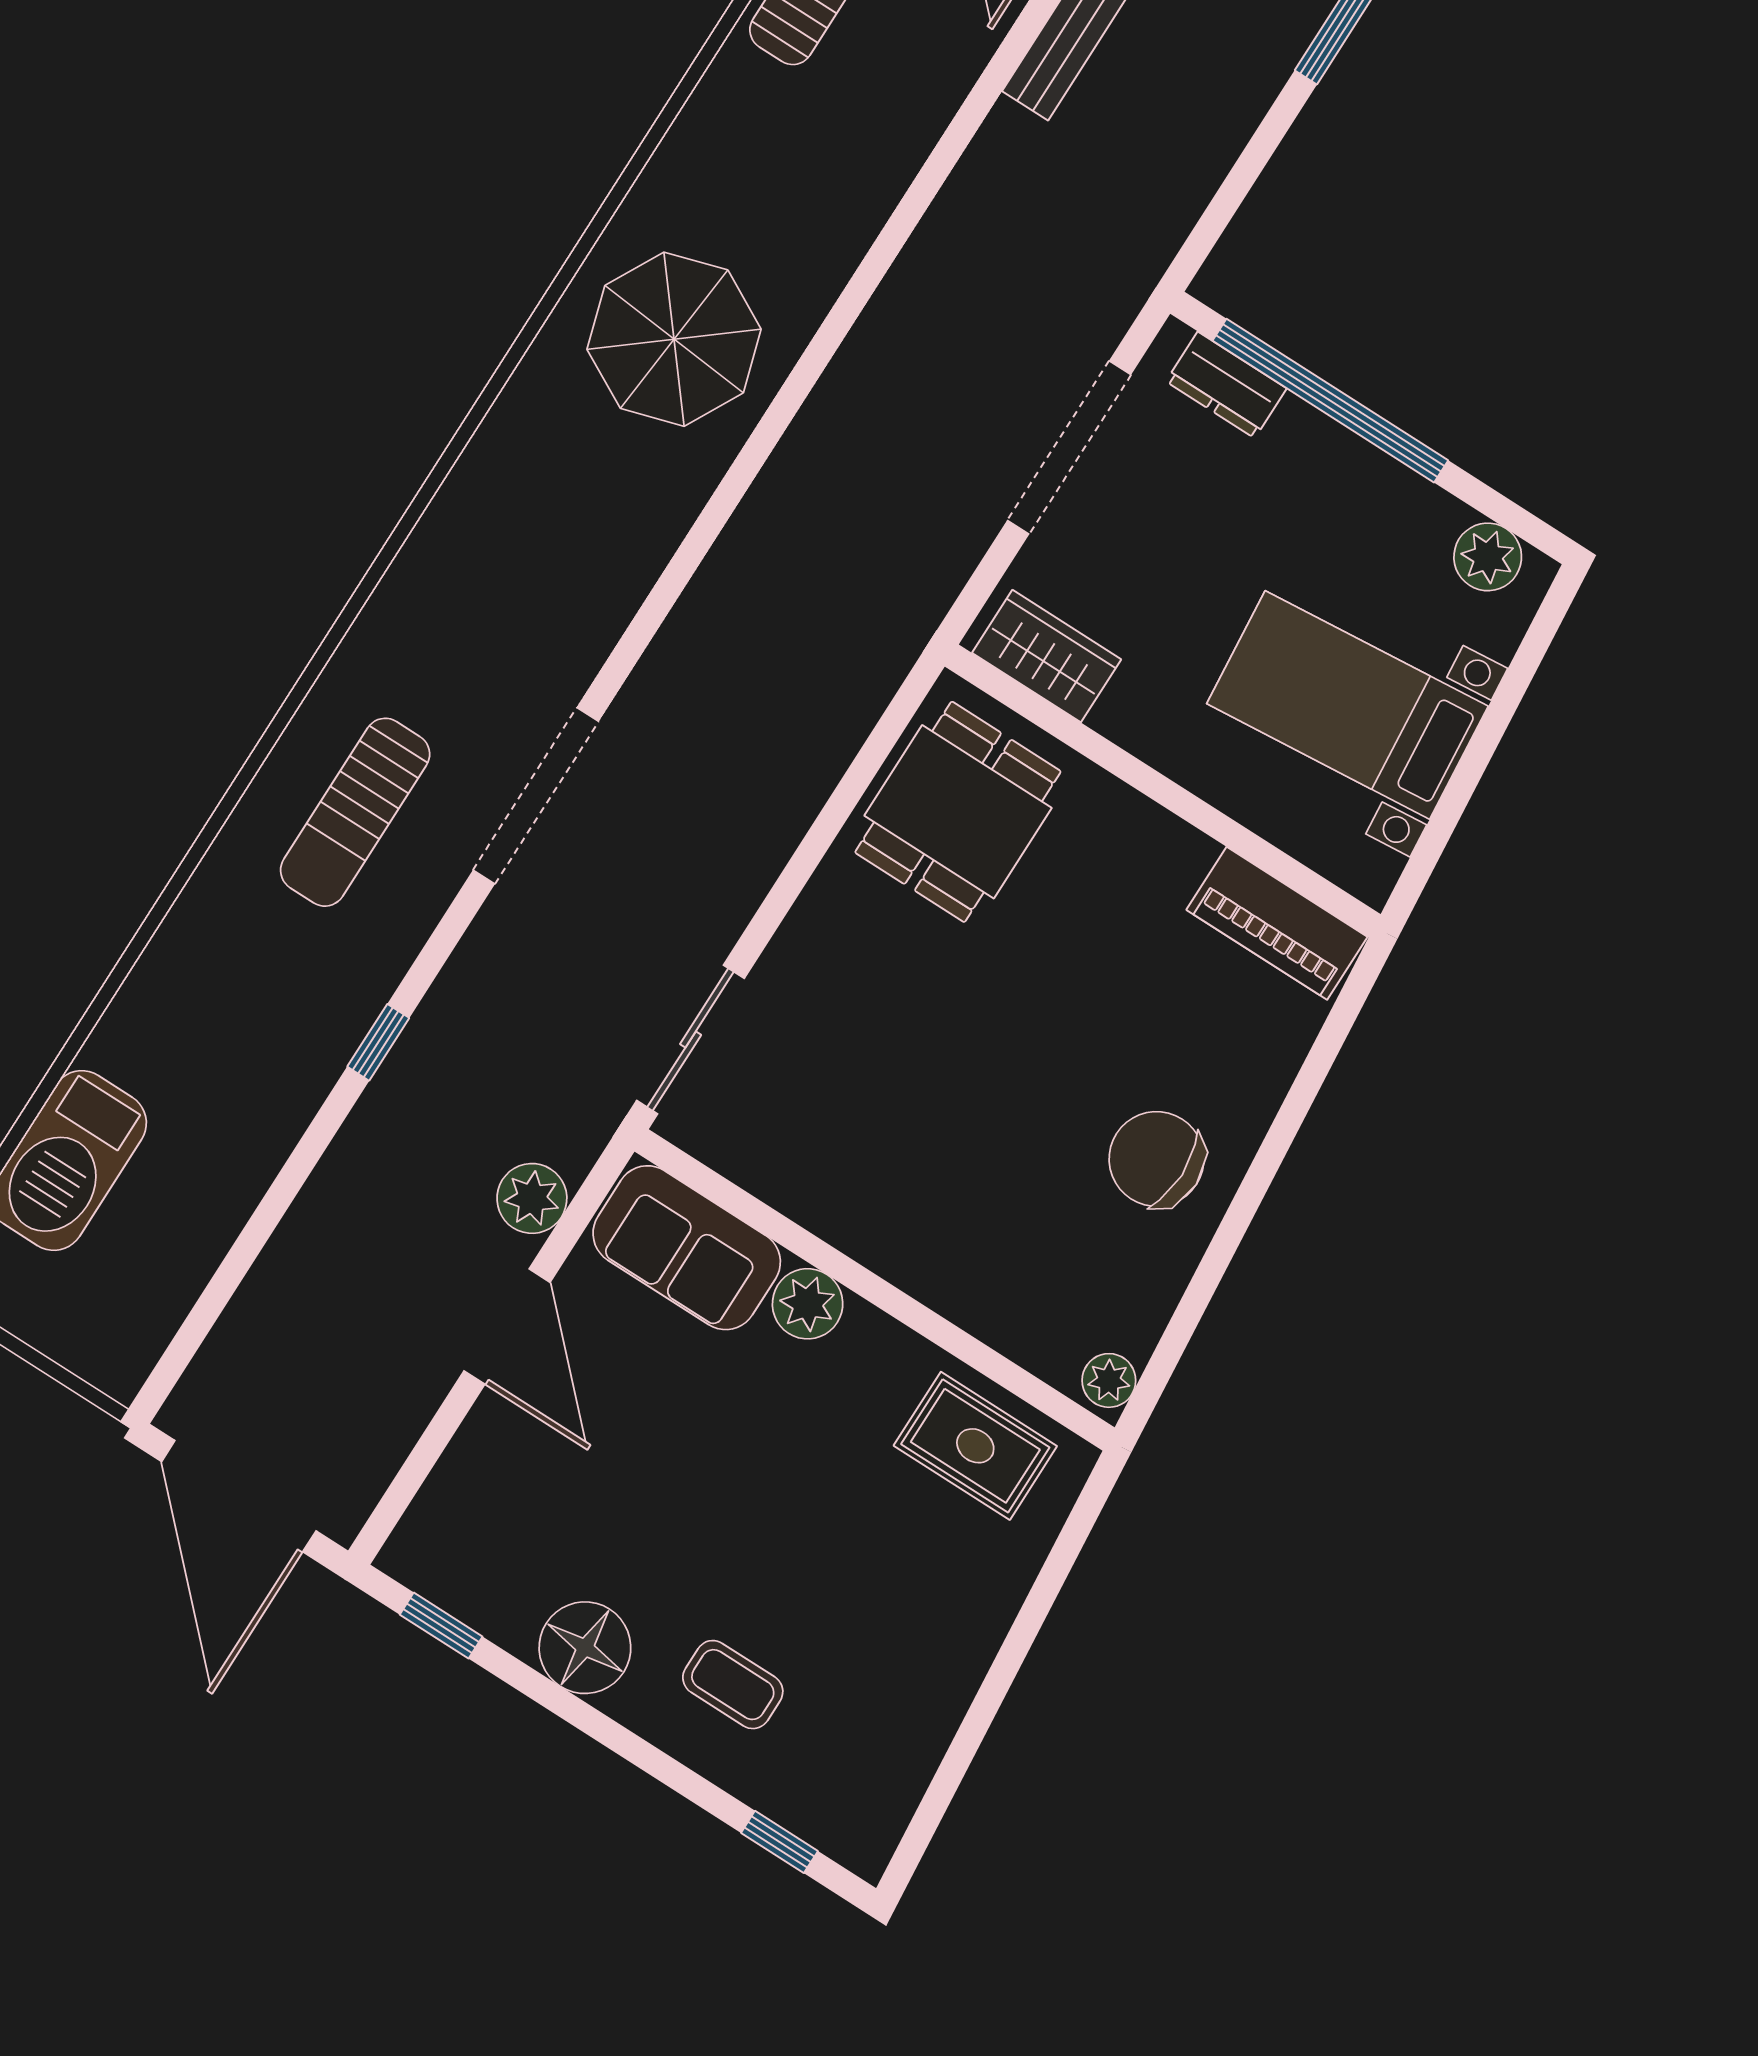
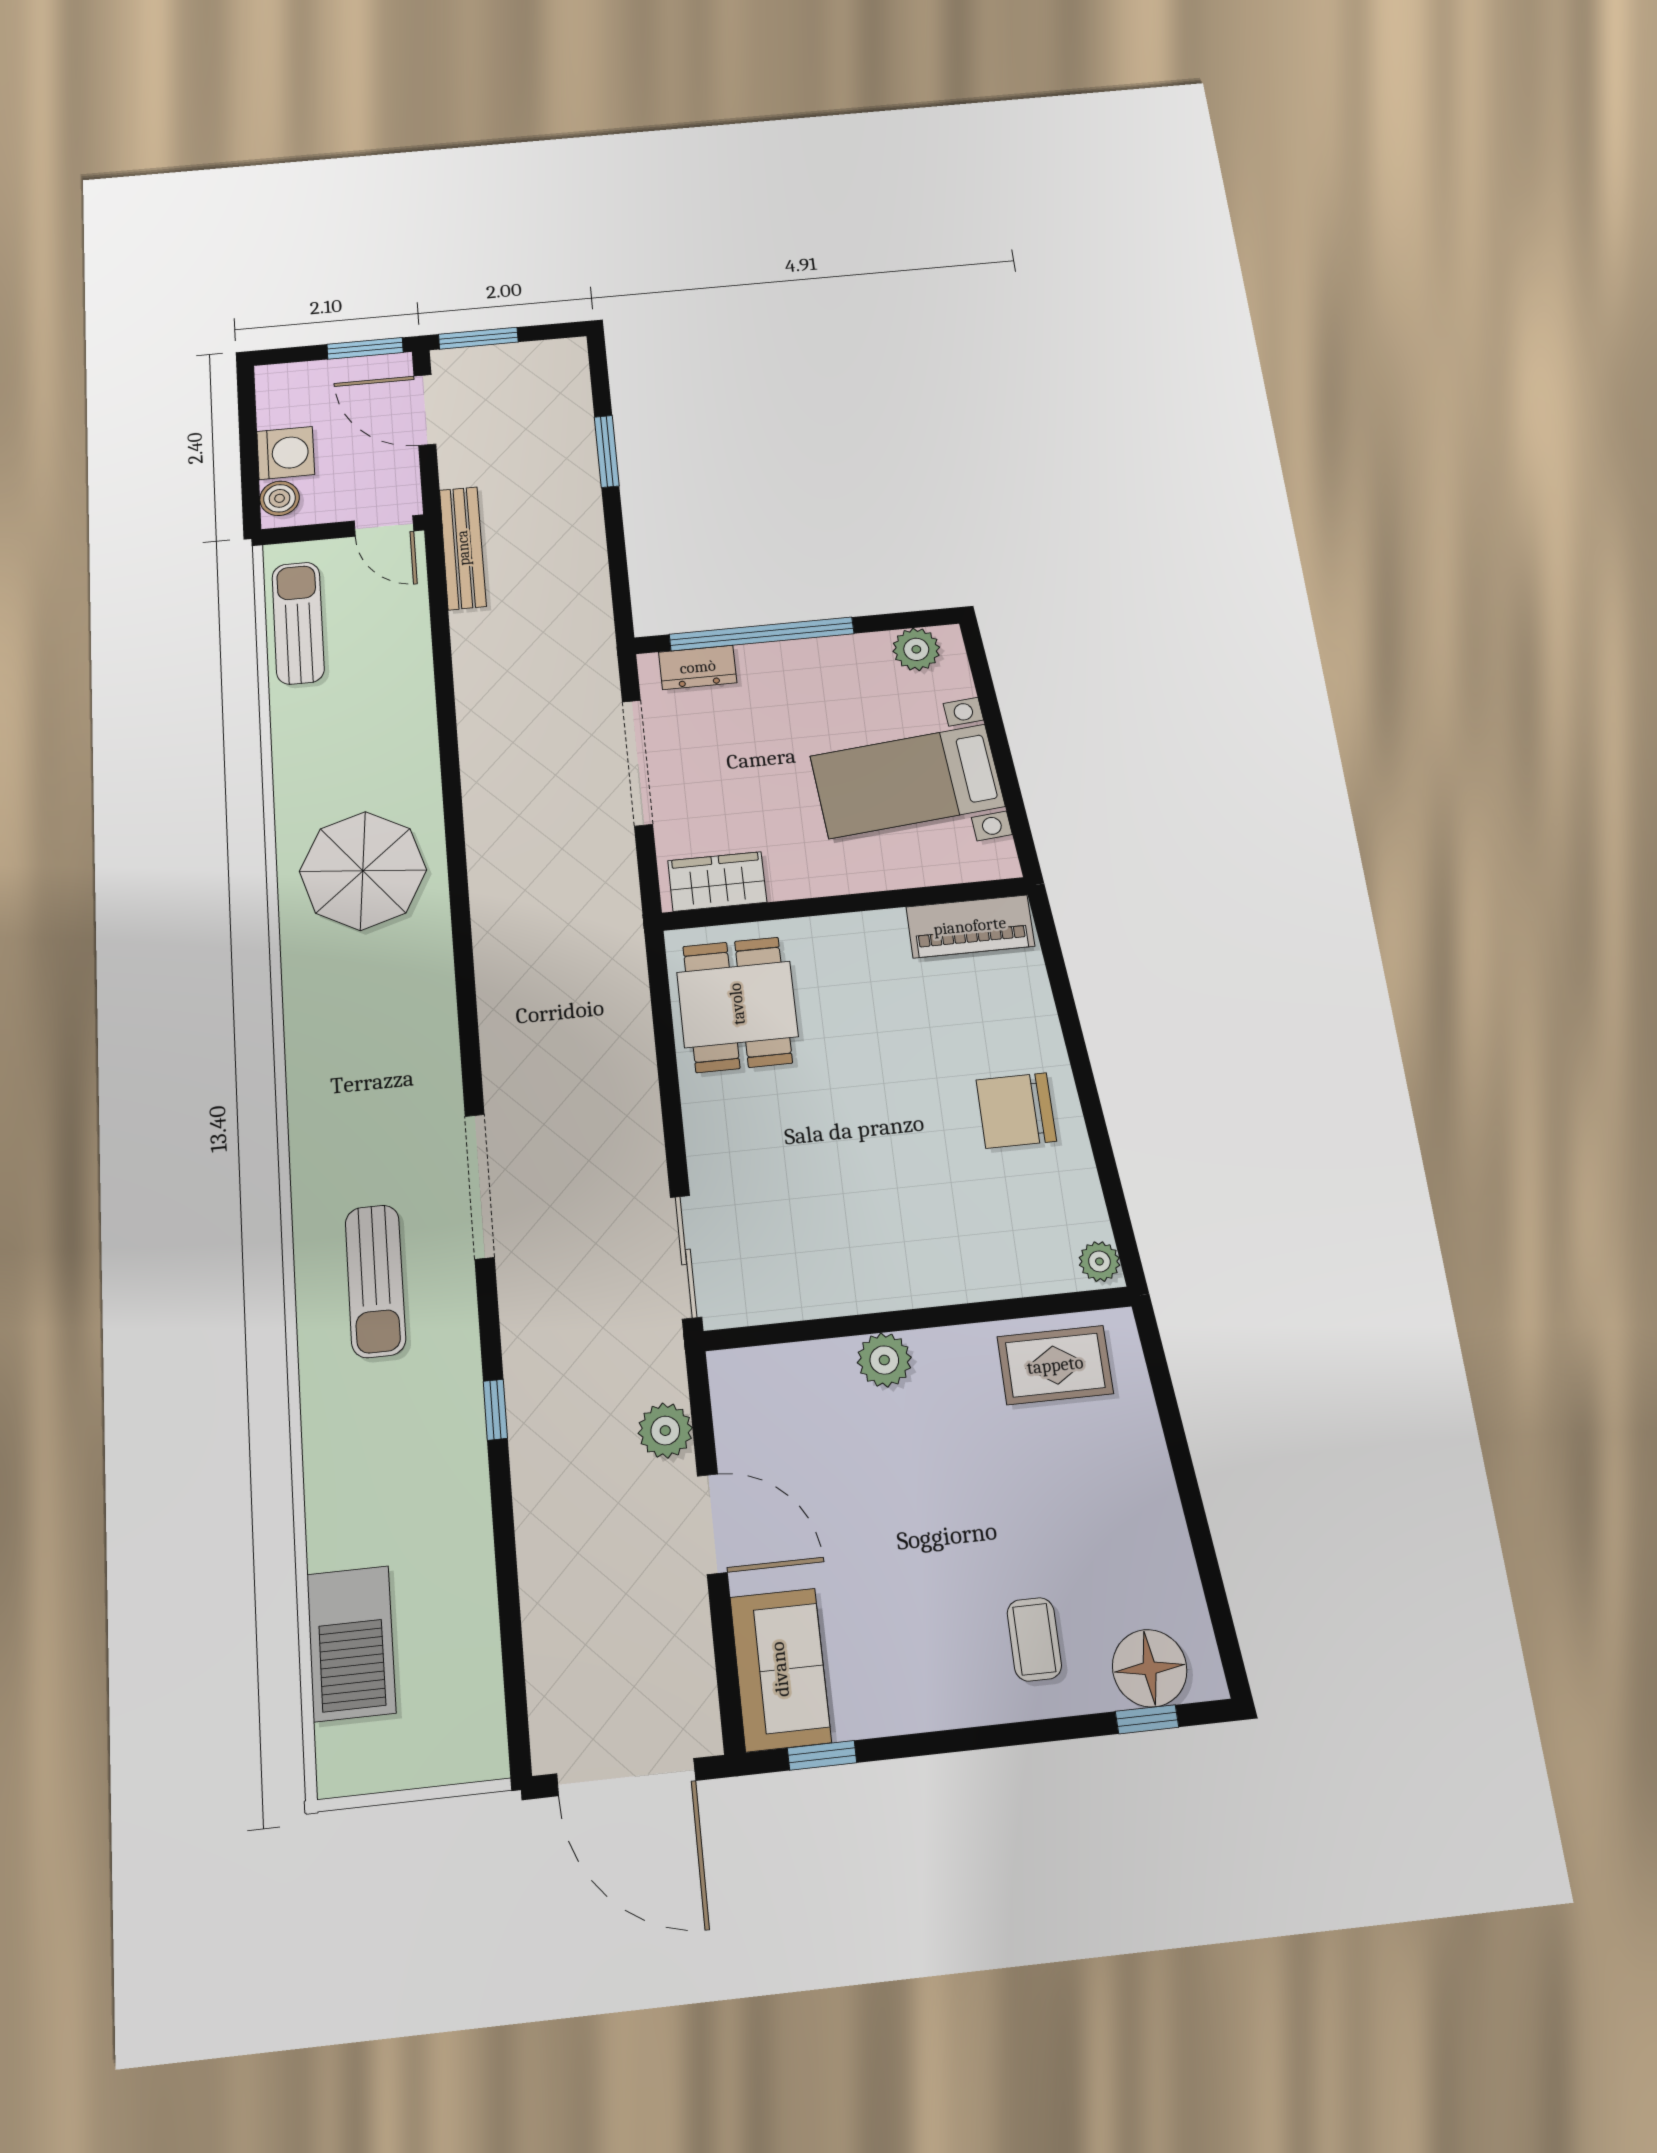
sofa: (687, 1248) -> (780, 1669), moved, turned -90
floor lamp: (585, 1648) -> (1150, 1668), moved
coffee table: (733, 1685) -> (1034, 1639), turned 90

